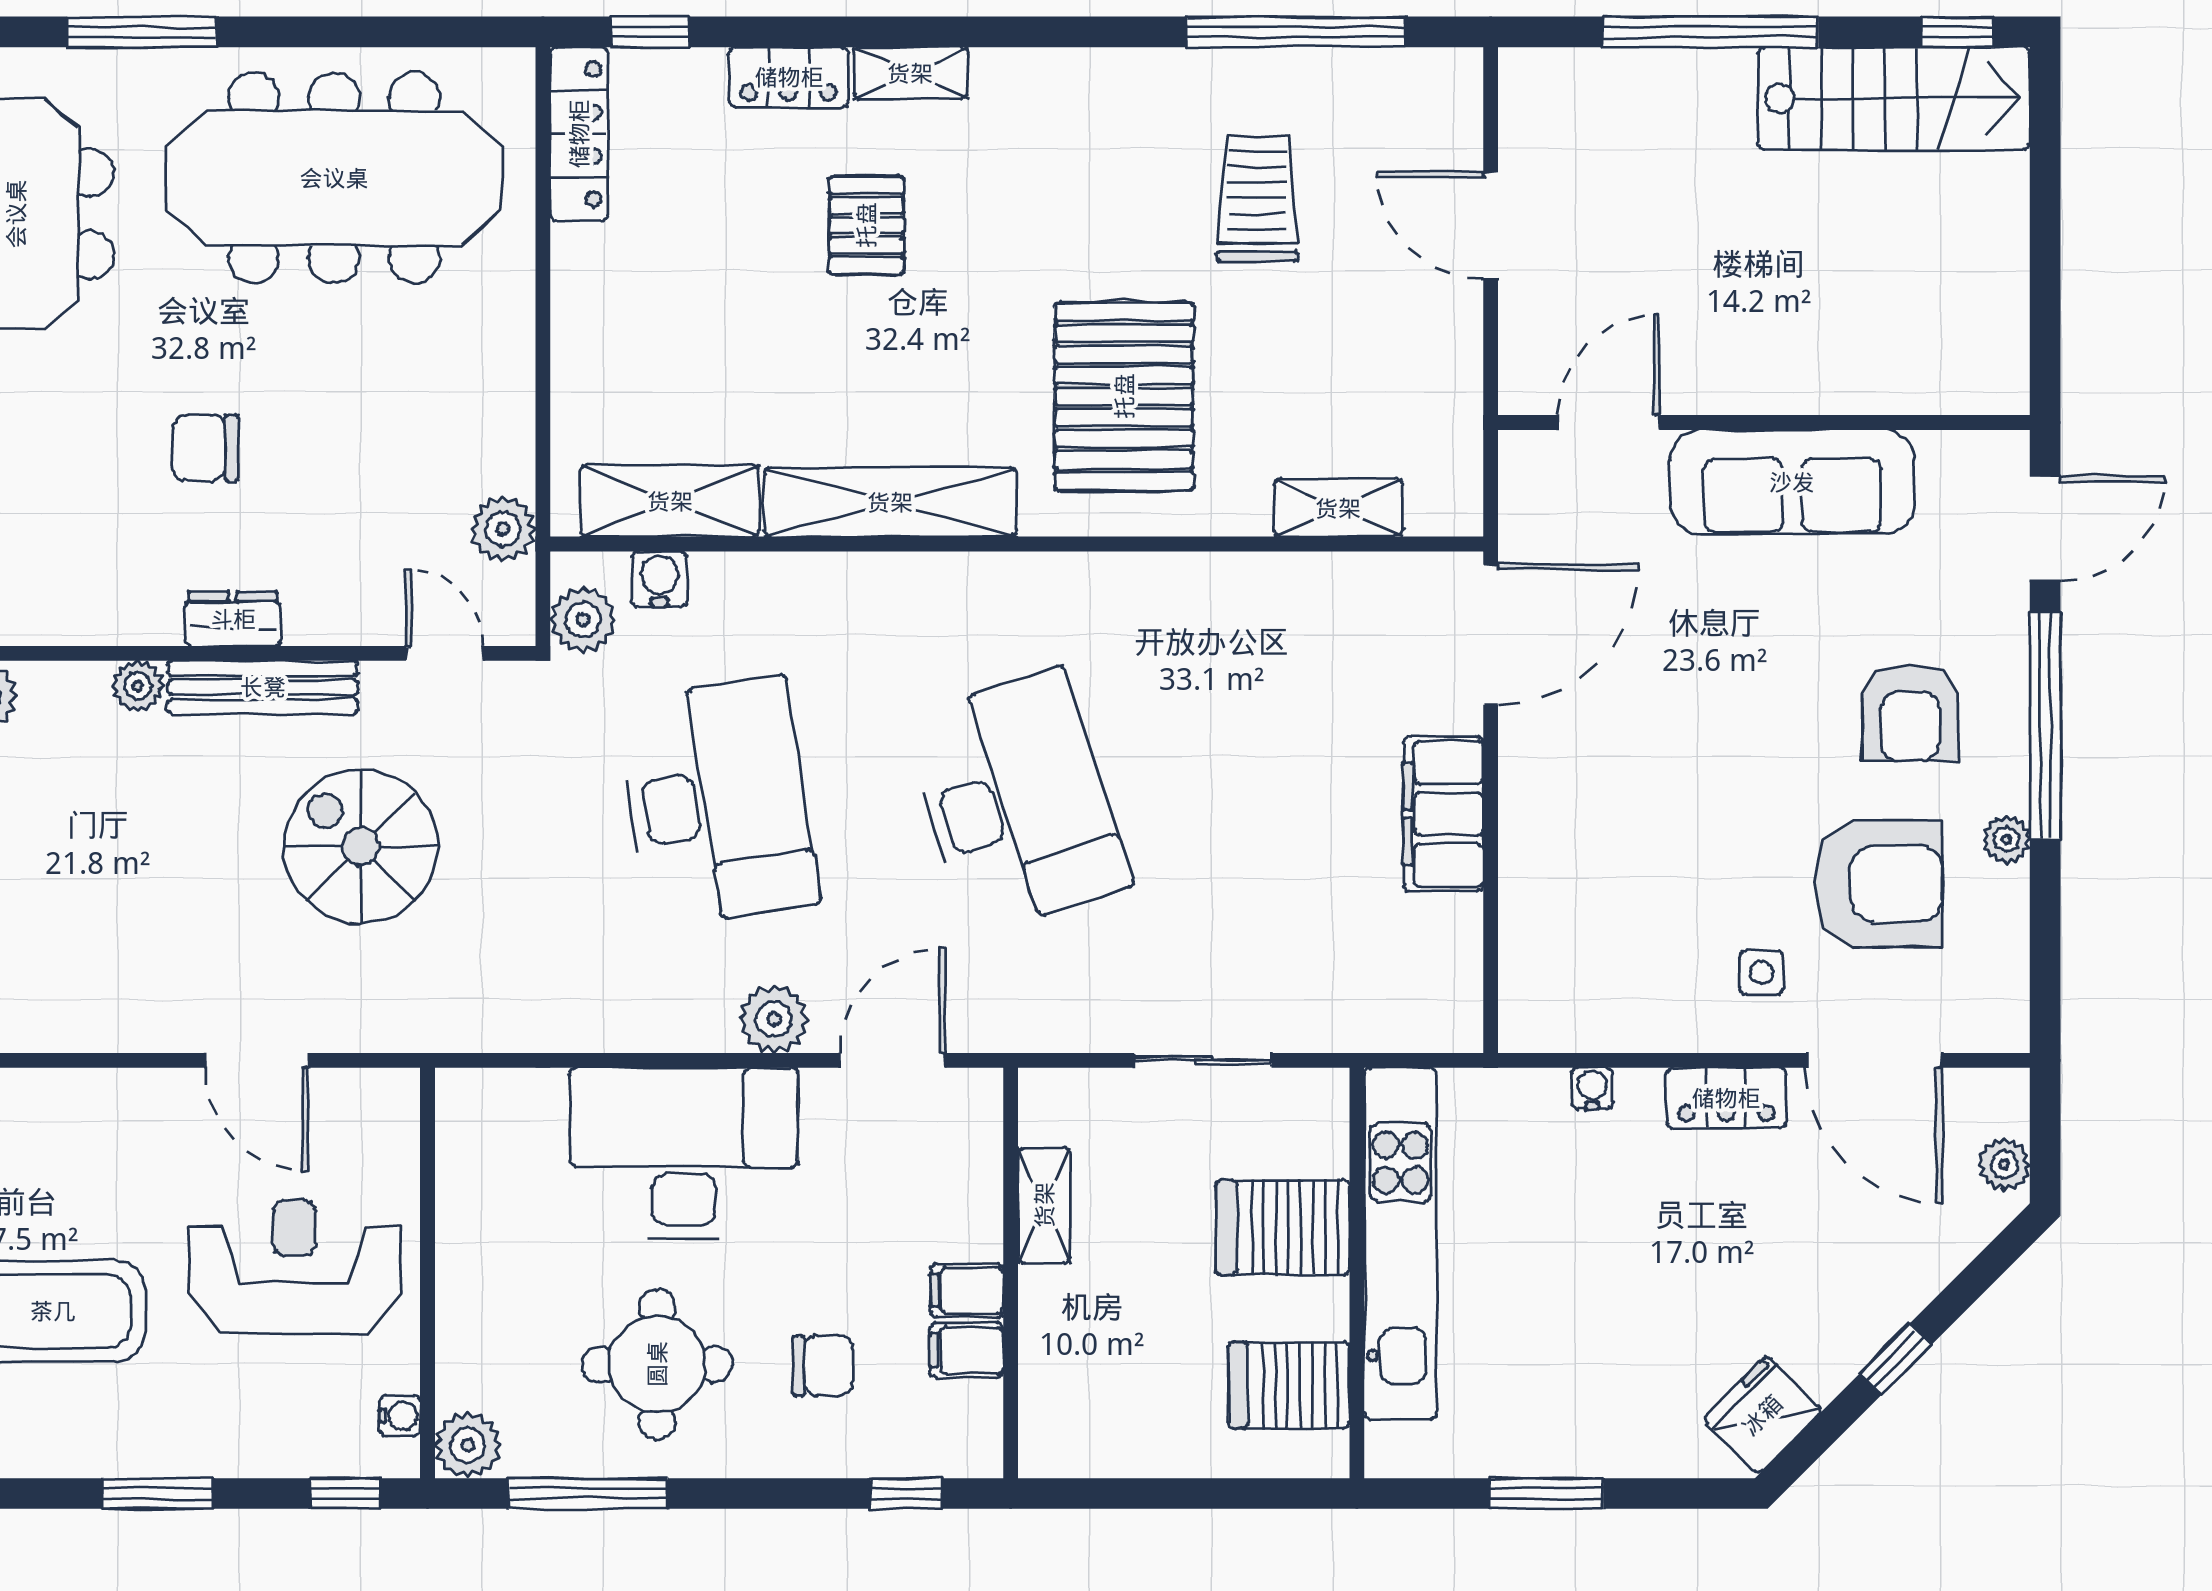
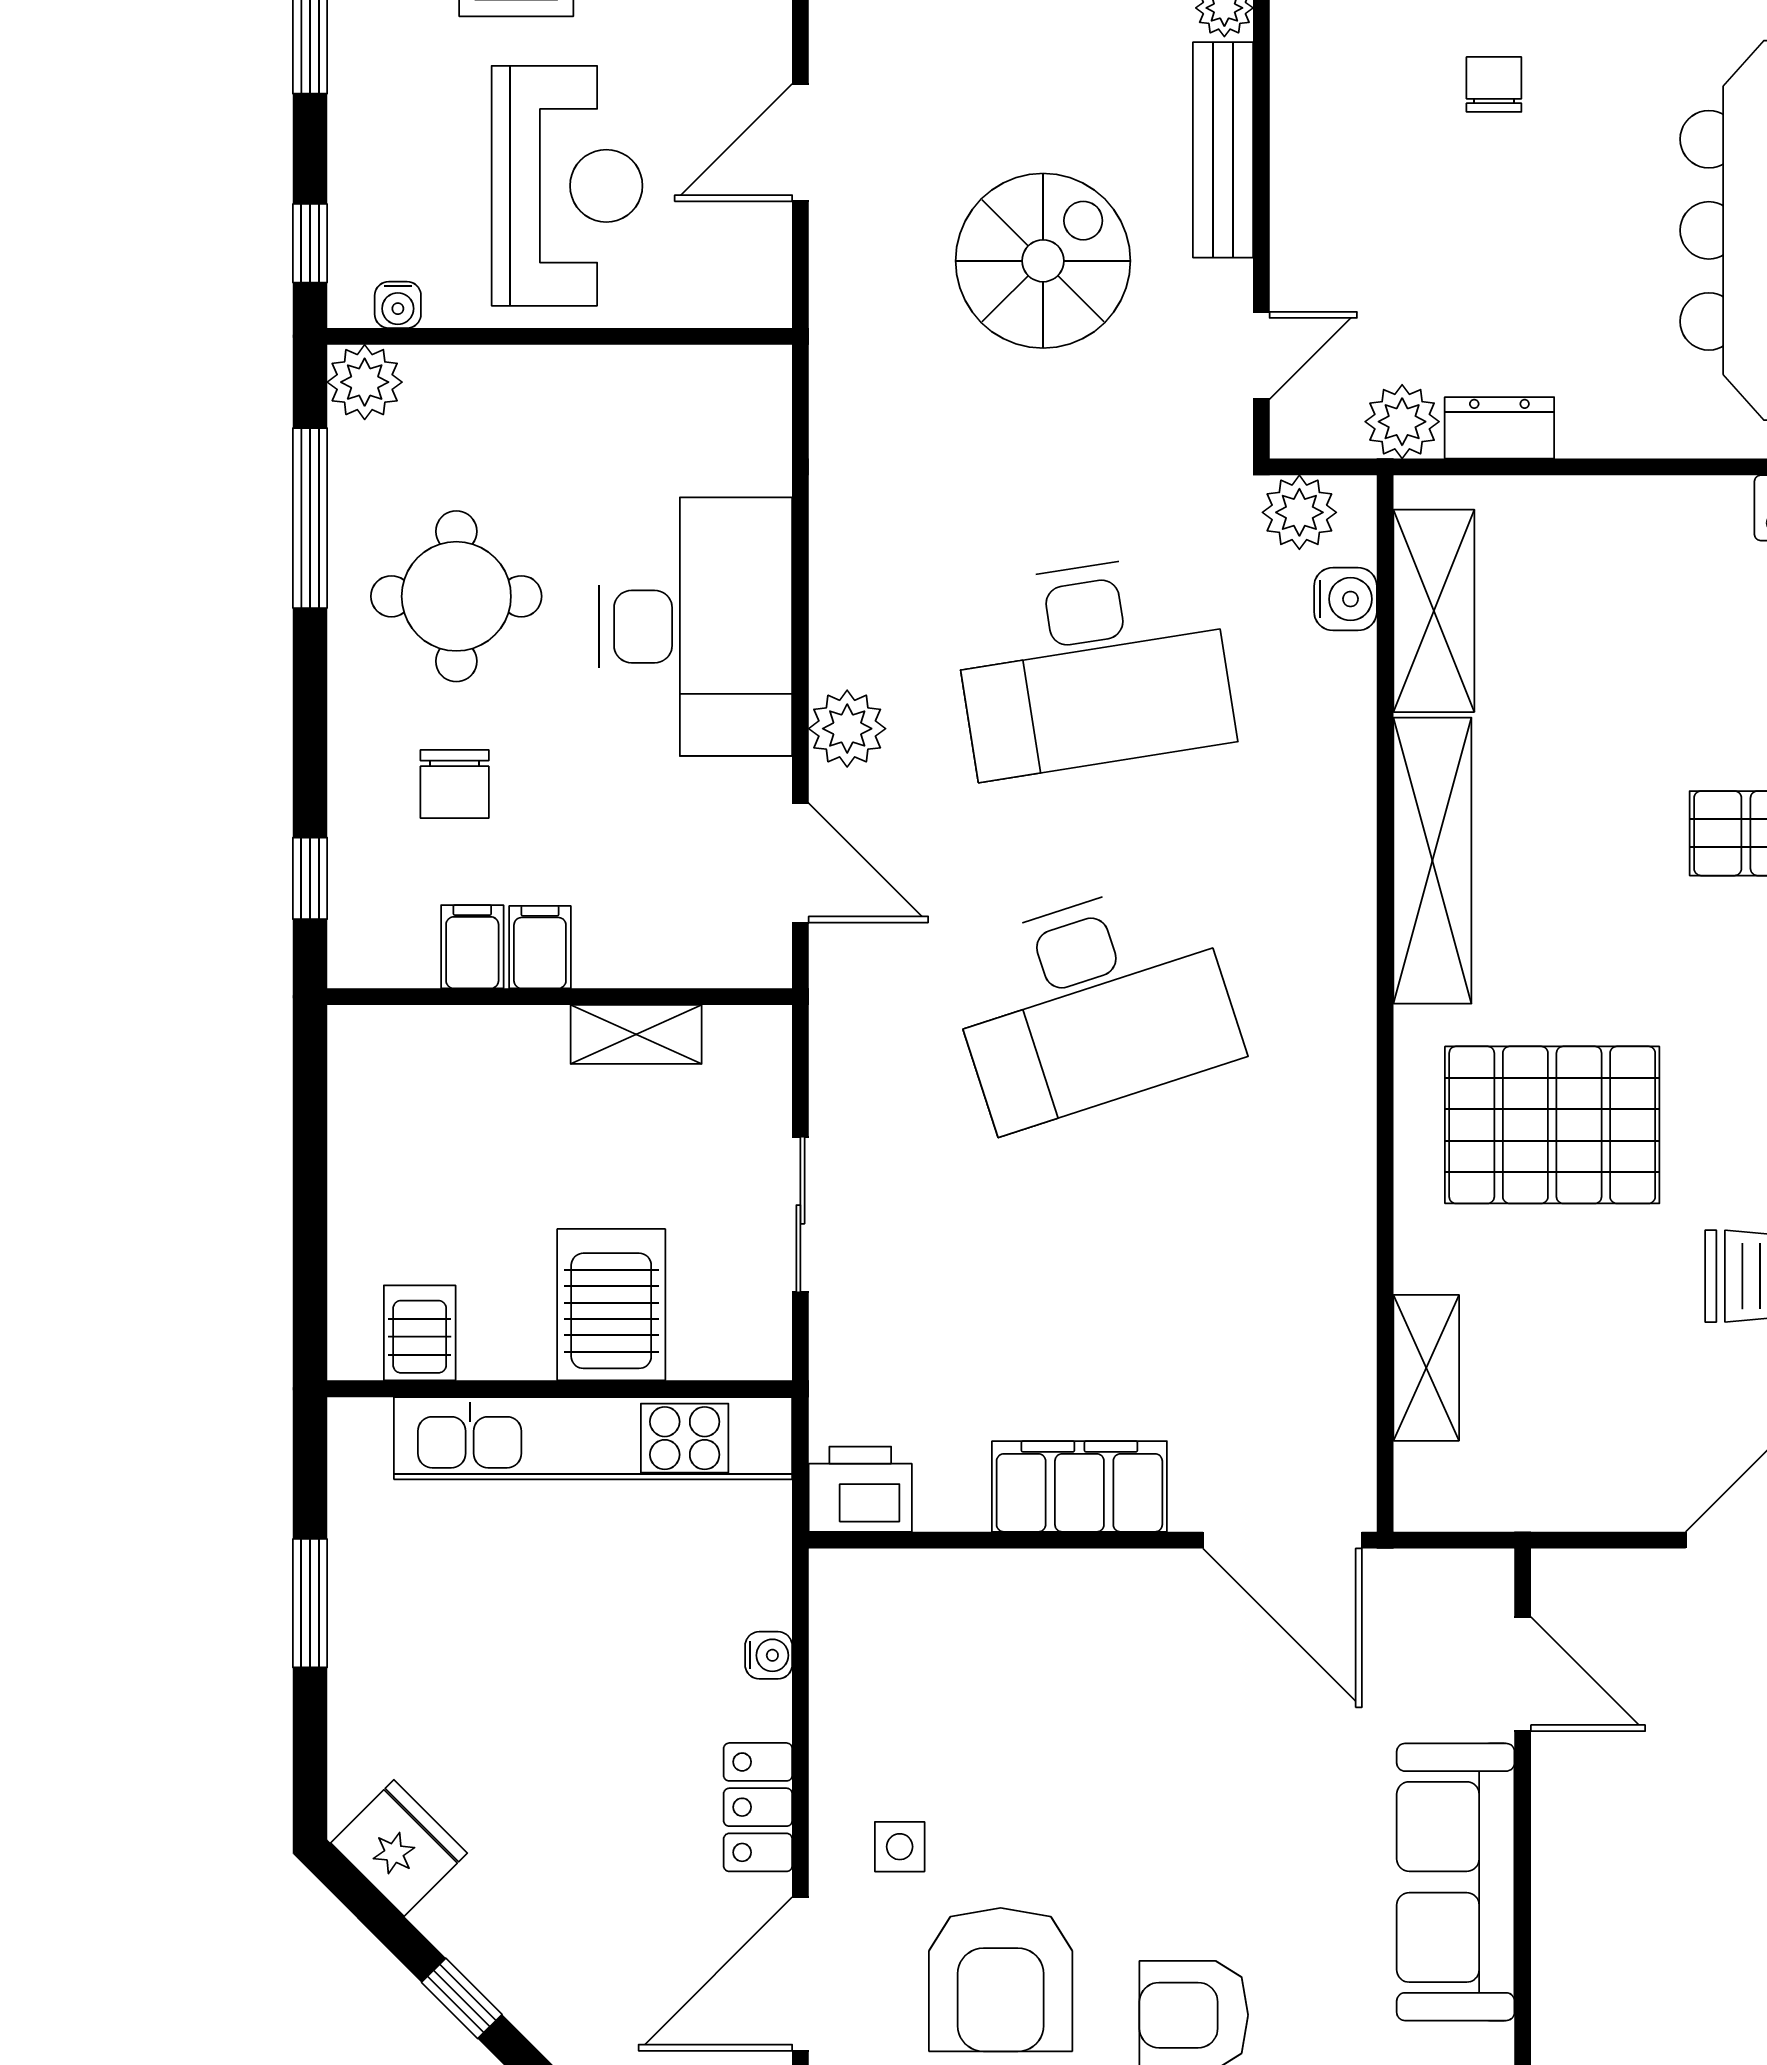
chair: (205, 448) -> (1494, 84), width x0.73, depth x0.73
dresser: (233, 619) -> (1499, 428), moved, turned -90
printer: (1446, 1008) -> (860, 1489), added
server rack: (1289, 1385) -> (420, 1333), width x0.73, depth x0.70

